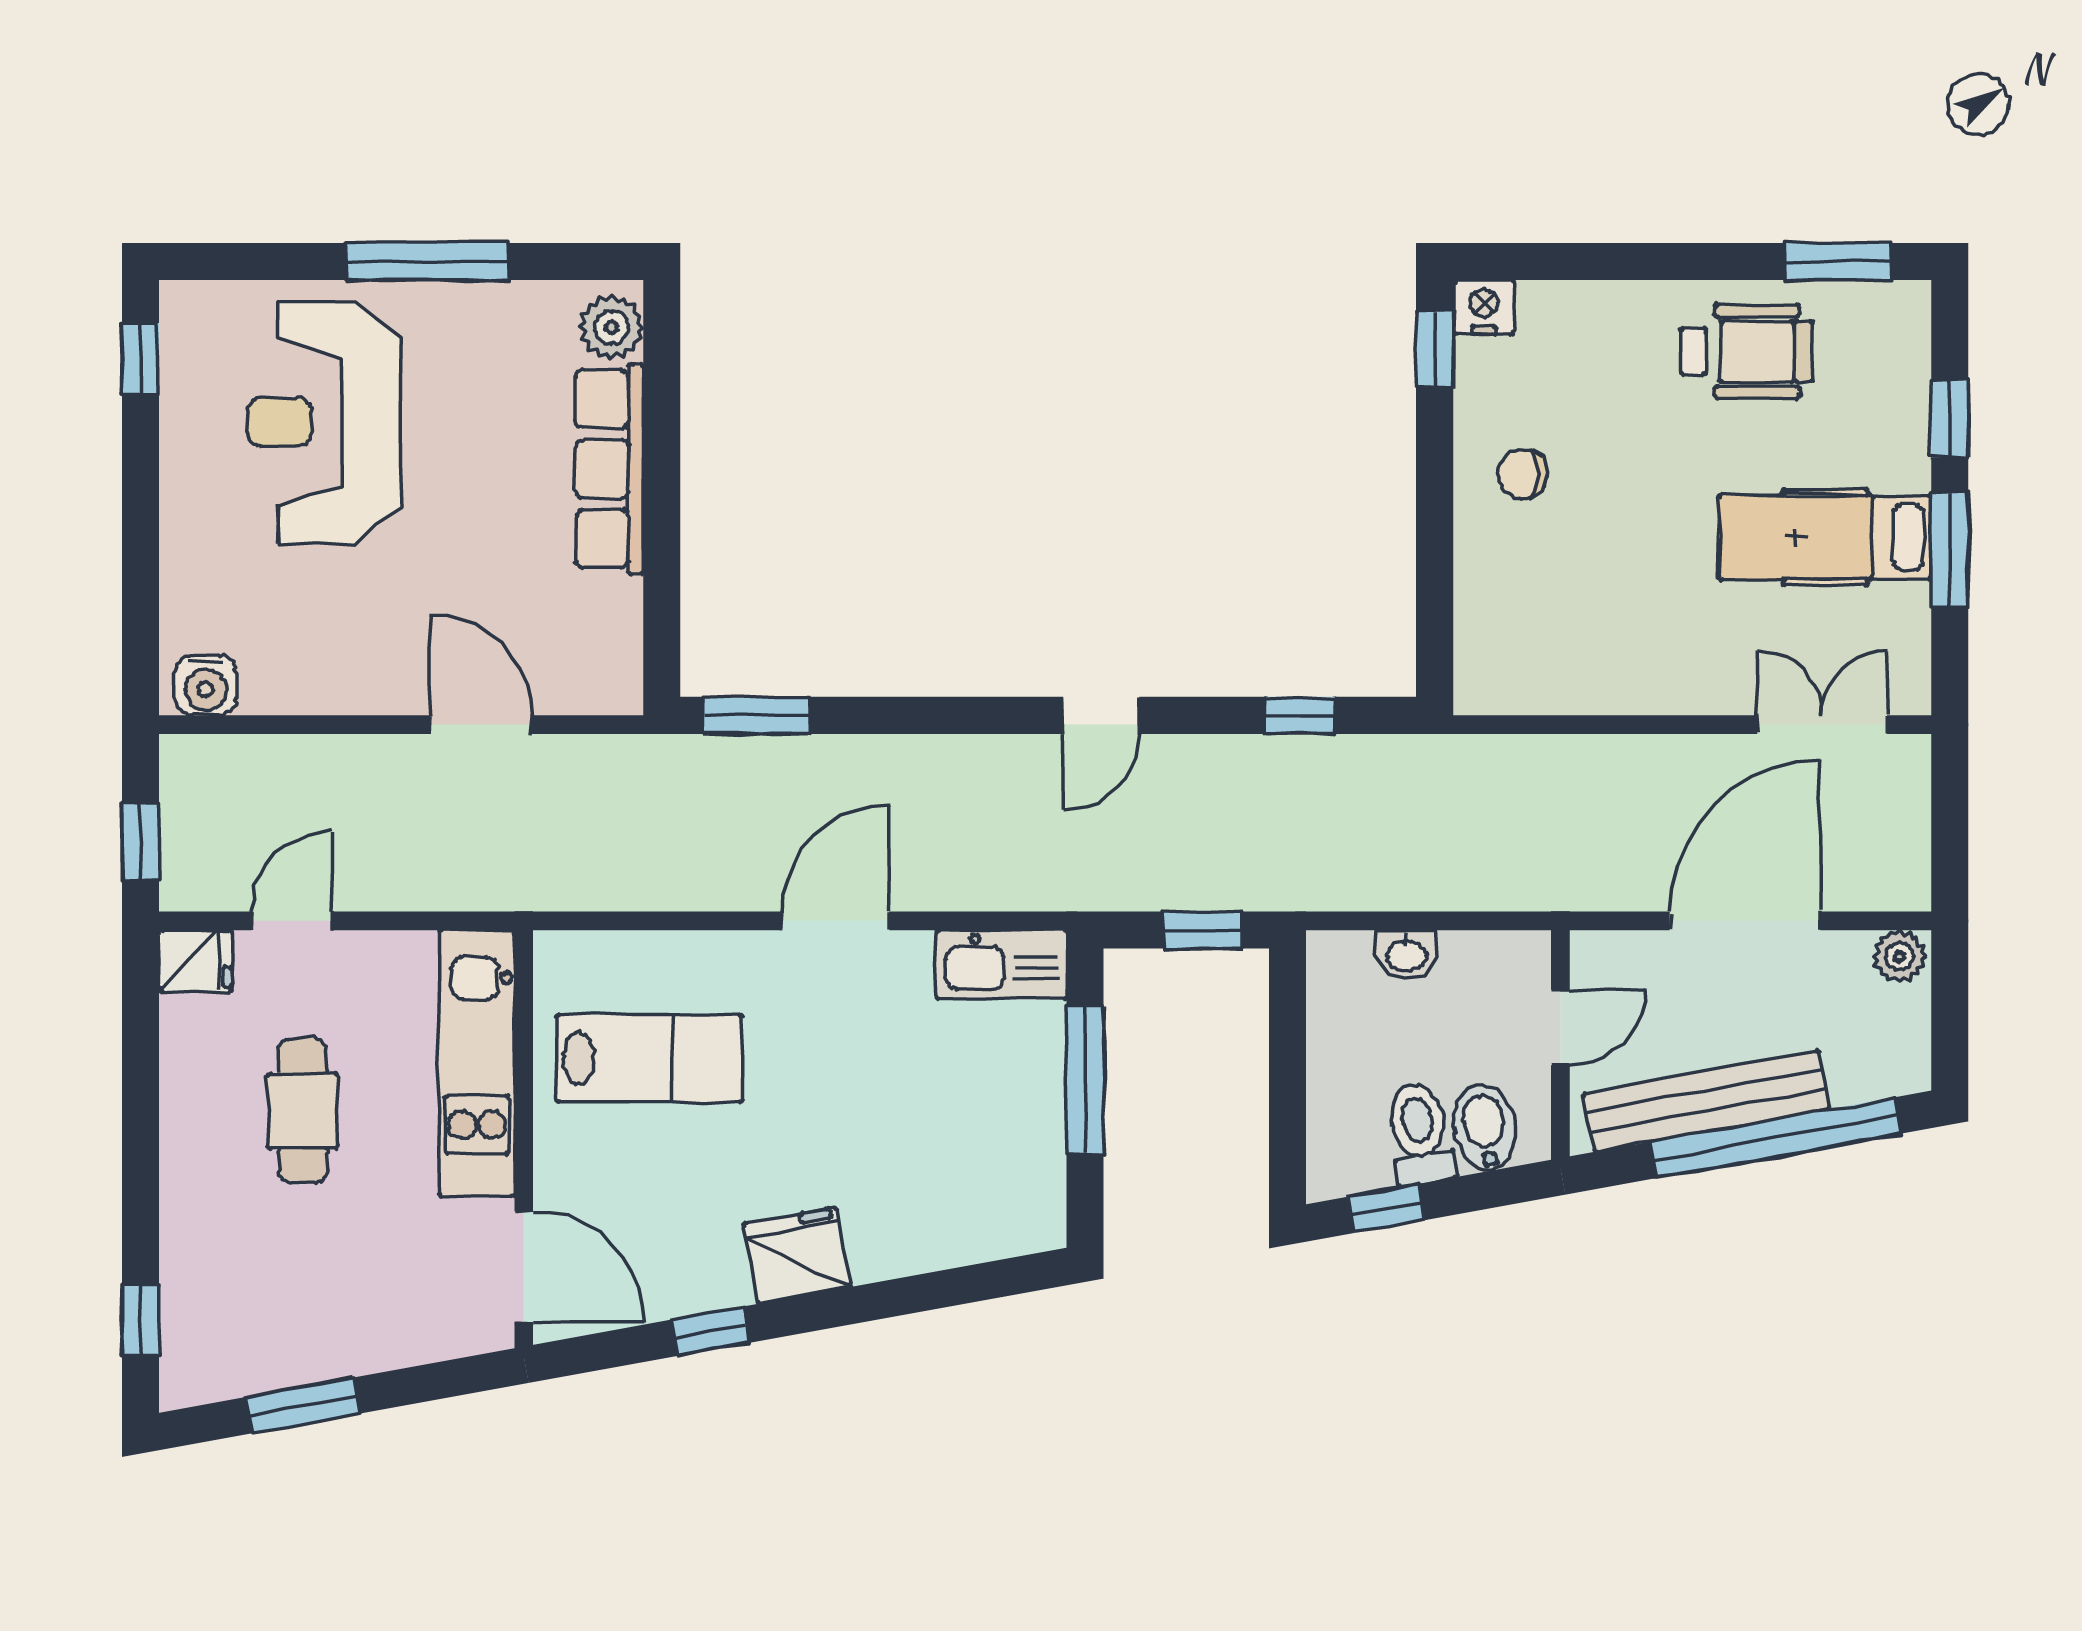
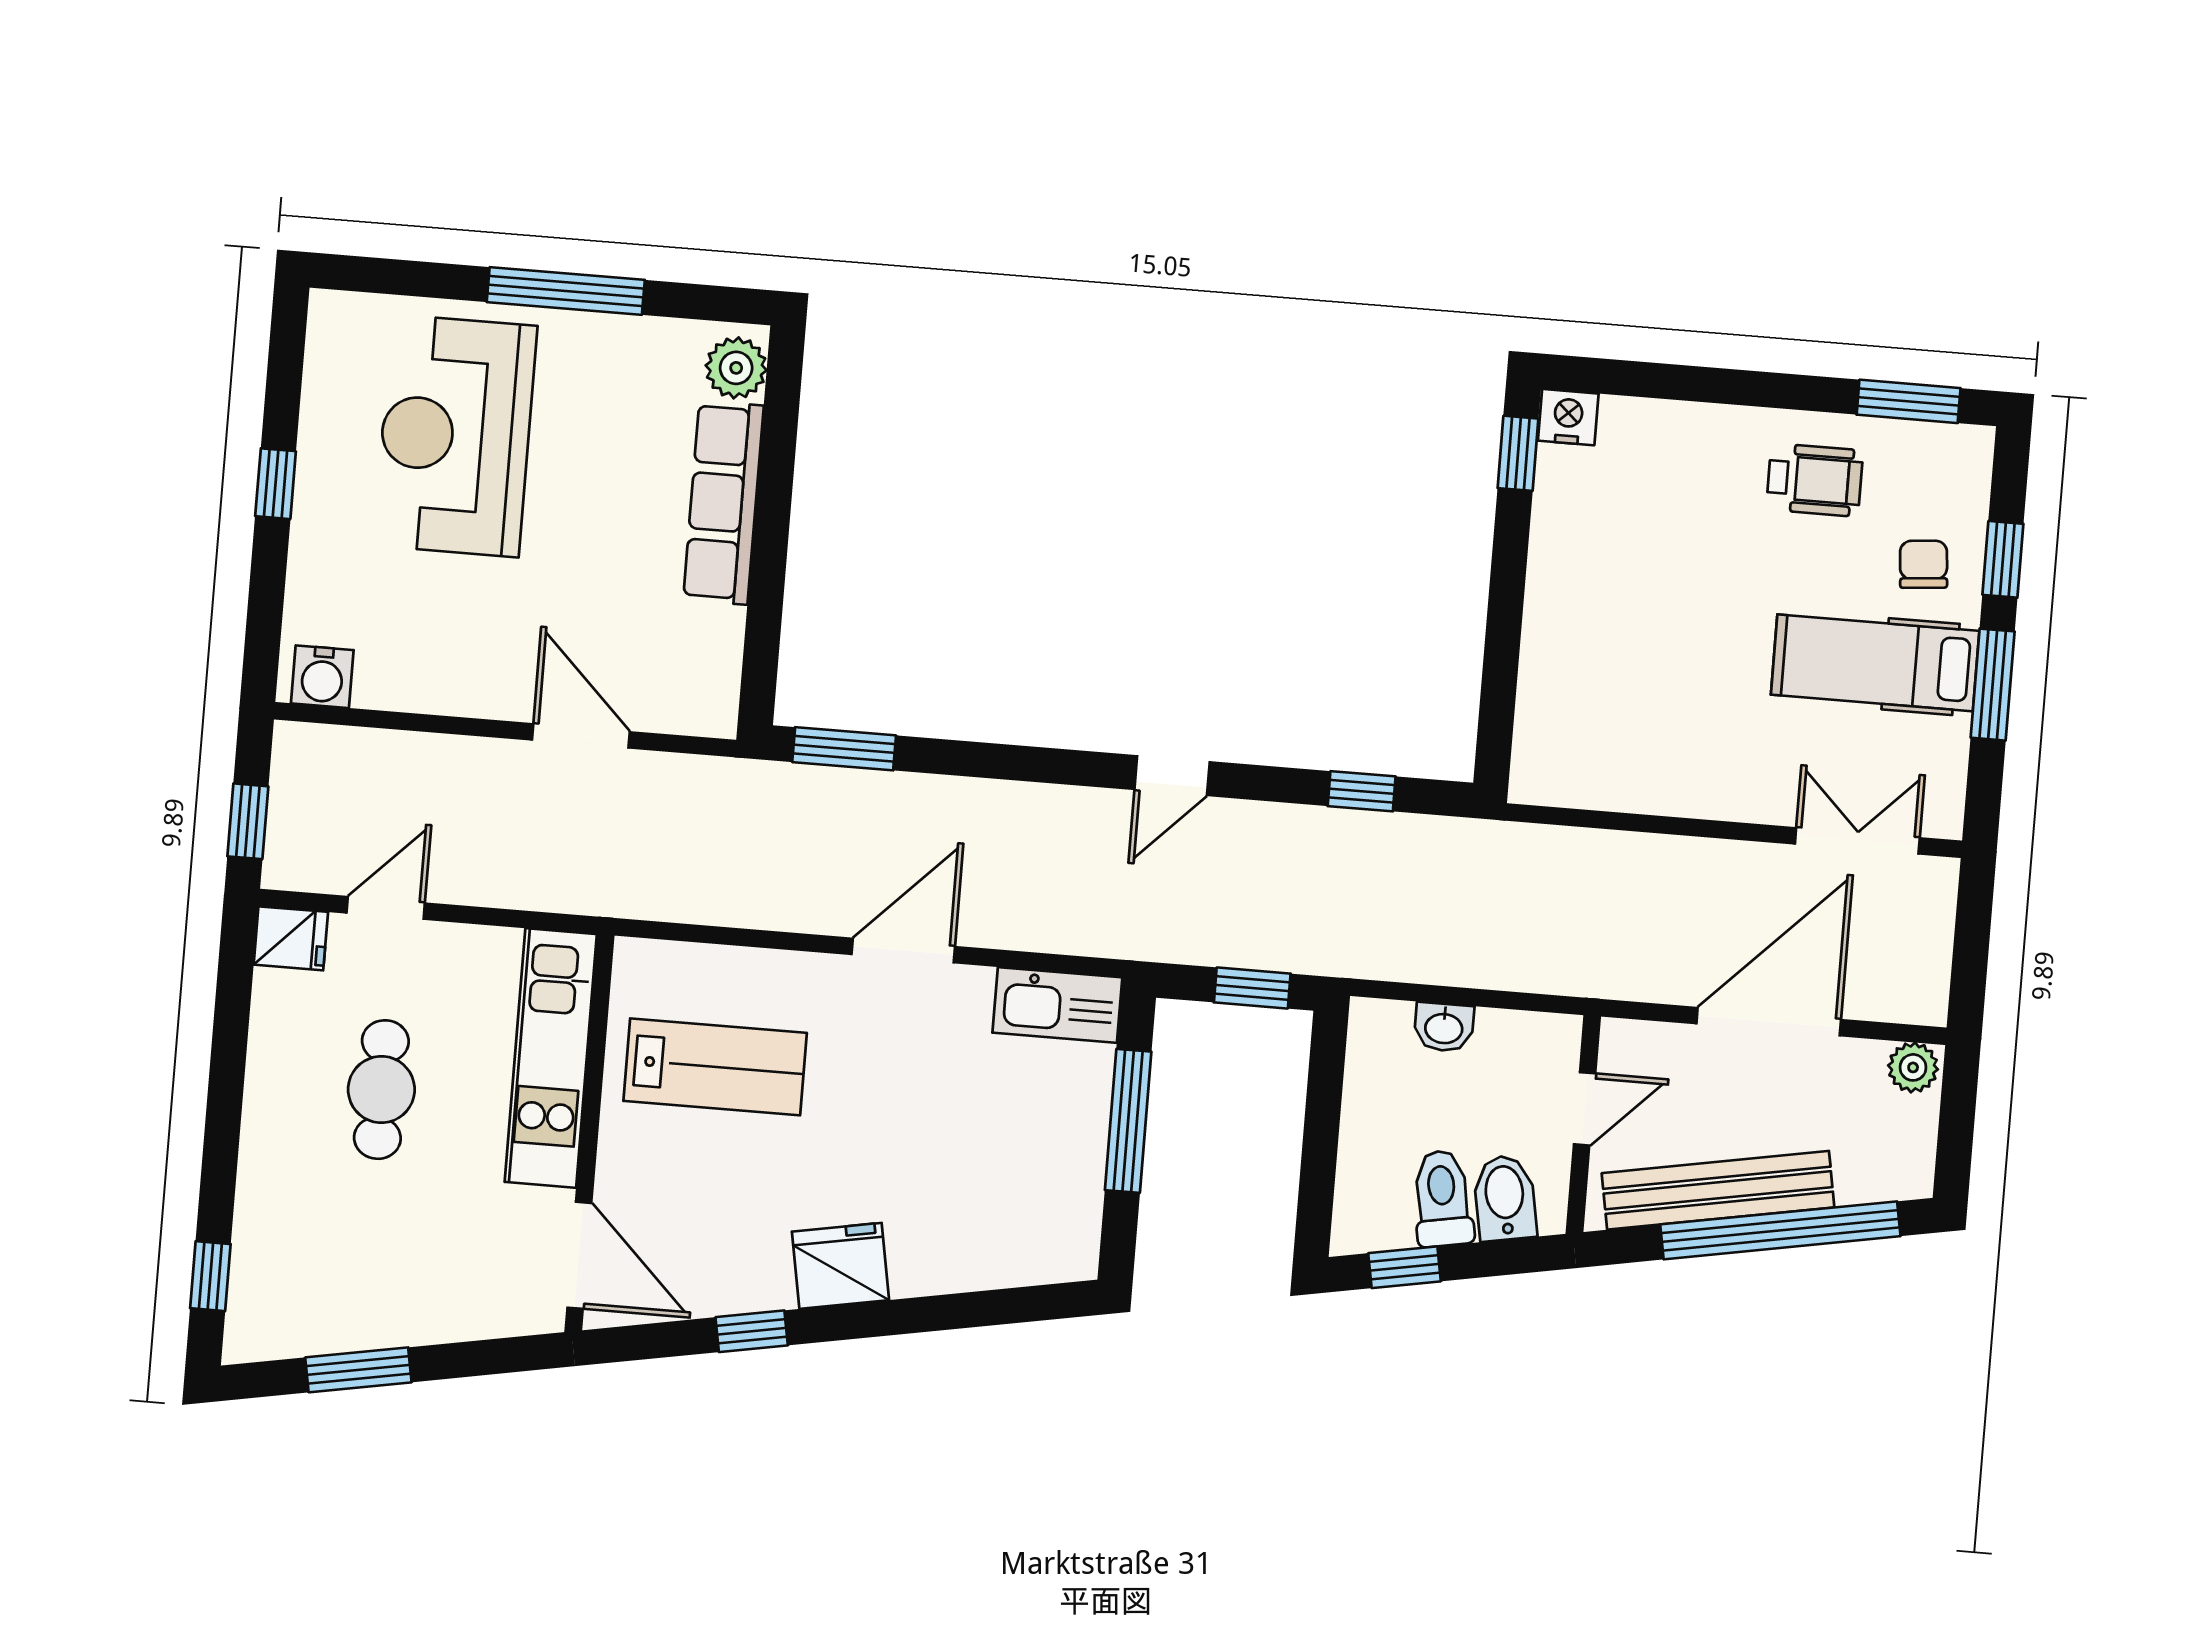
wheelchair: (1747, 352) -> (1815, 480), width x0.73, depth x0.73
window: (140, 359) -> (276, 484), moved
chair: (1522, 474) -> (1924, 564), moved, turned 85

